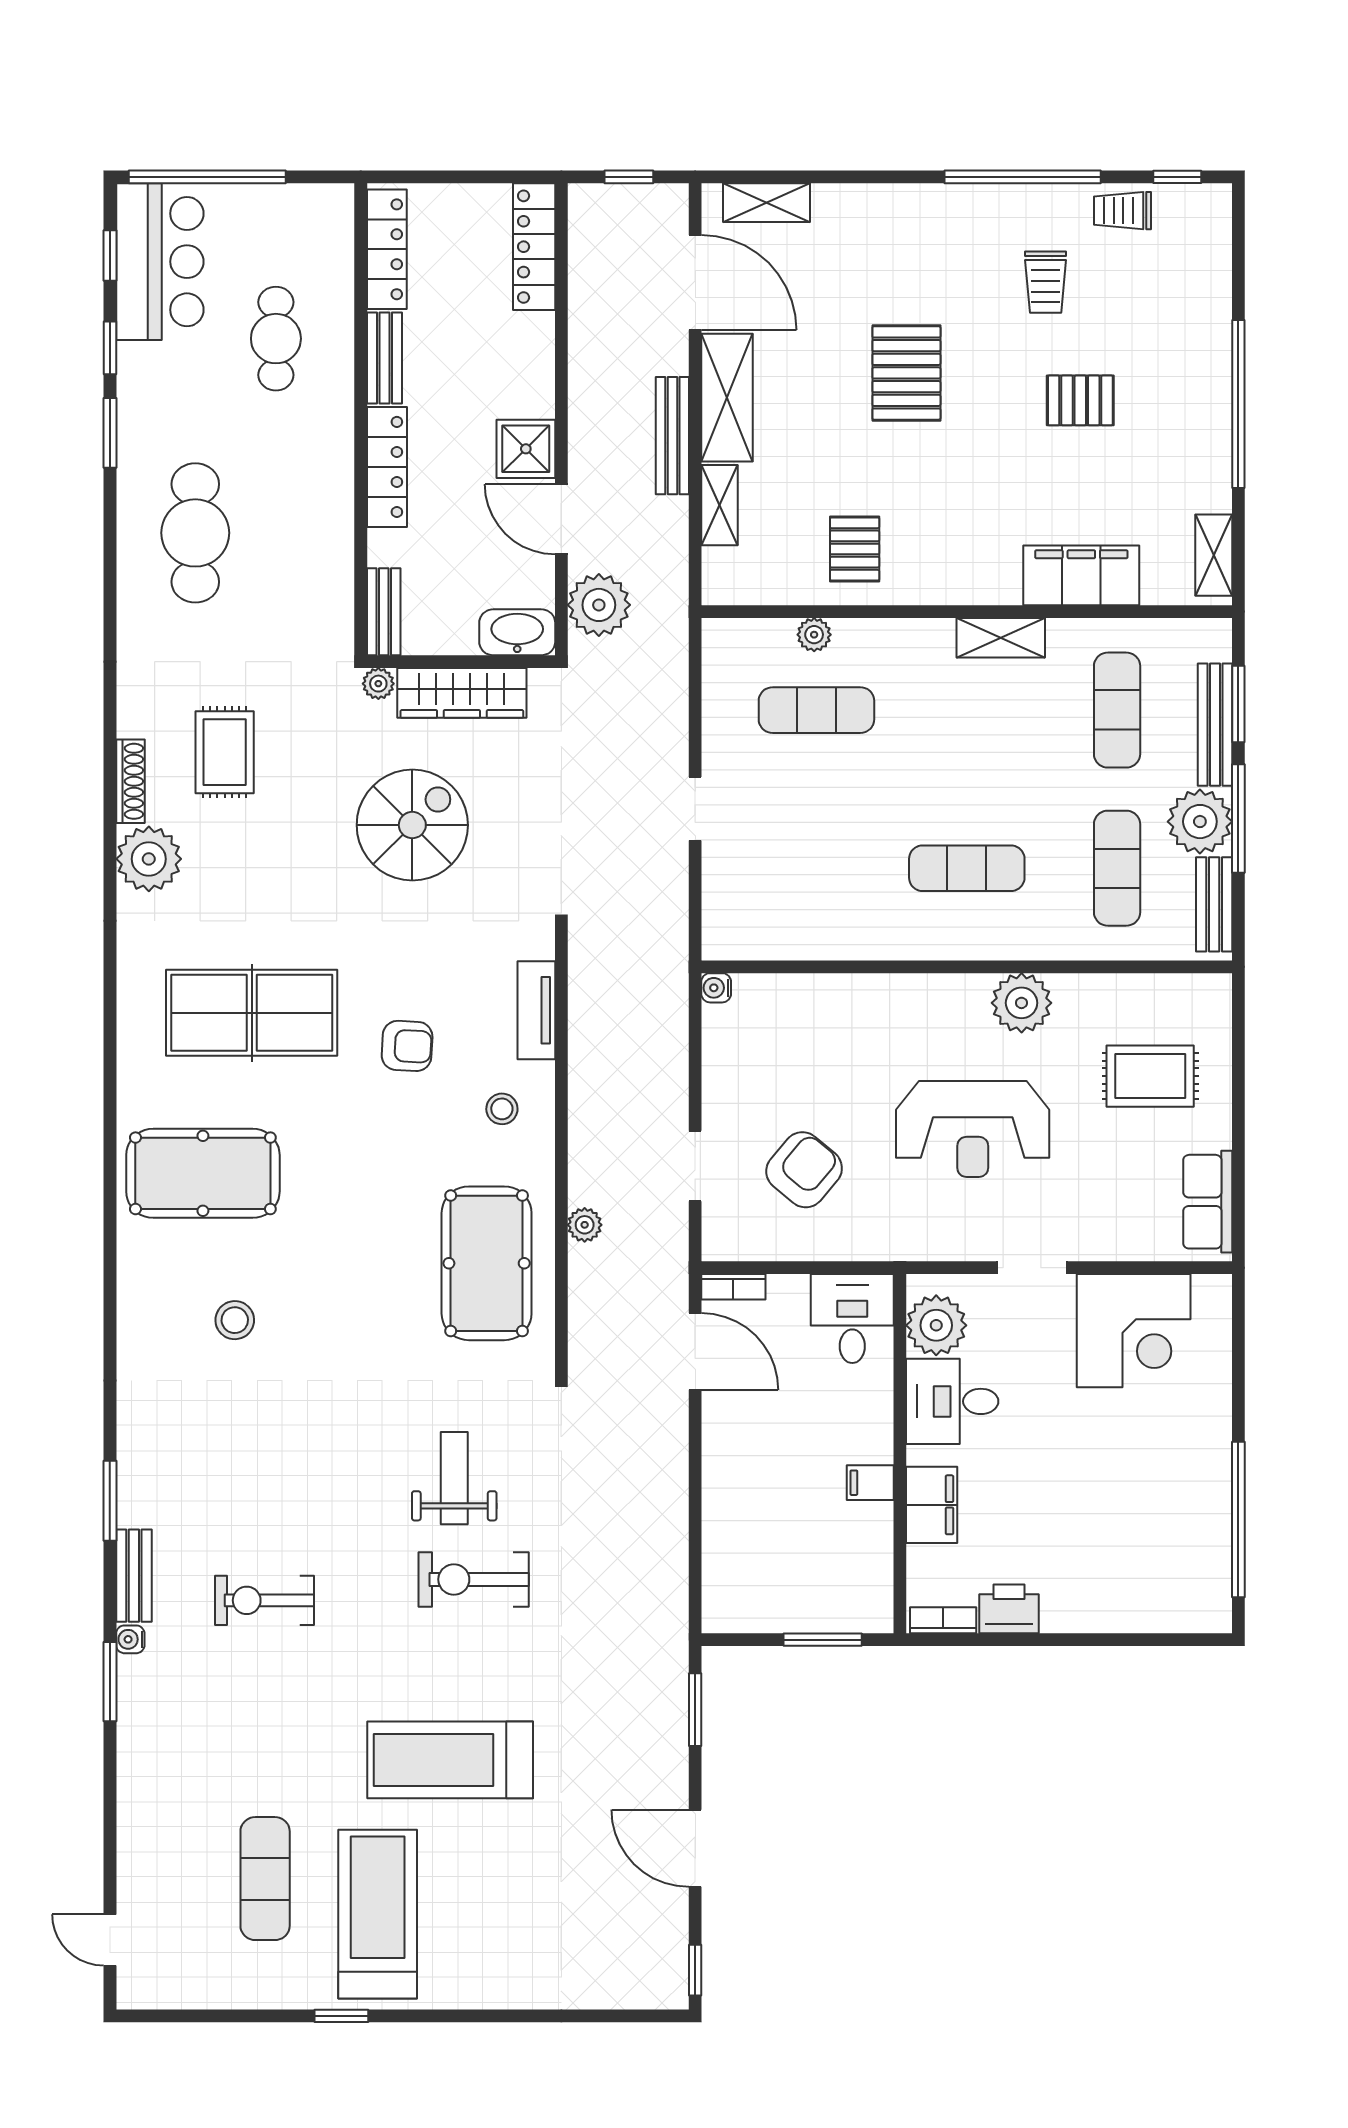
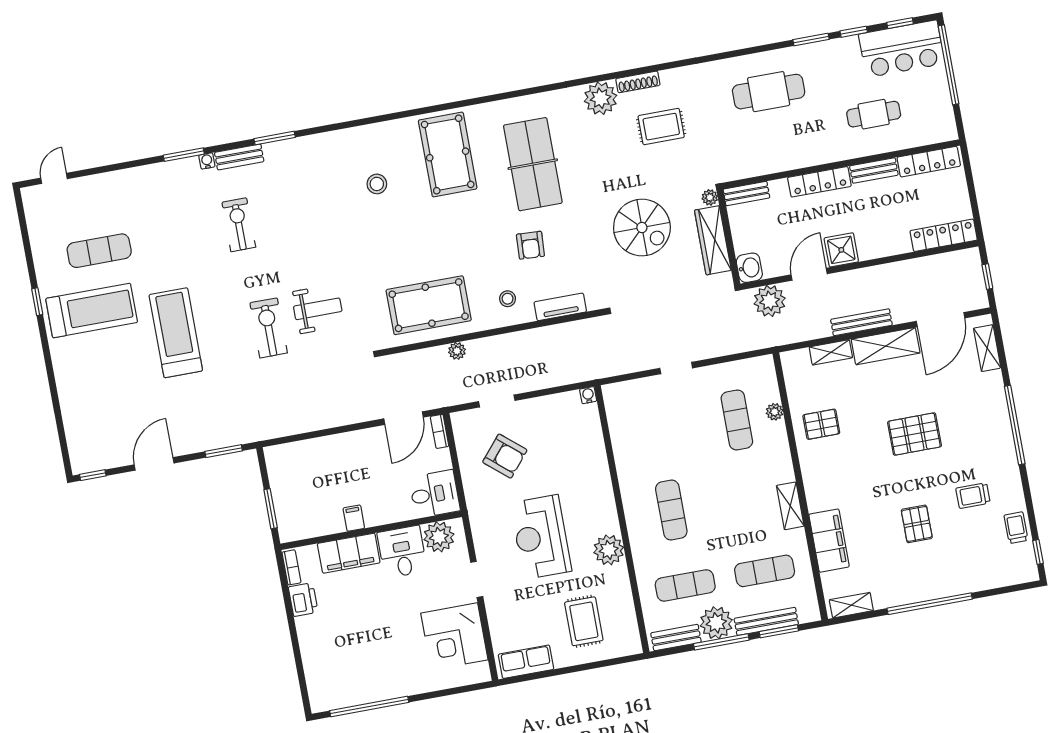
window: (1023, 177) -> (1015, 425), moved
washbasin: (517, 632) -> (749, 268), width x0.72
filing cabinet: (932, 1505) -> (349, 553), width x1.50, depth x1.17

